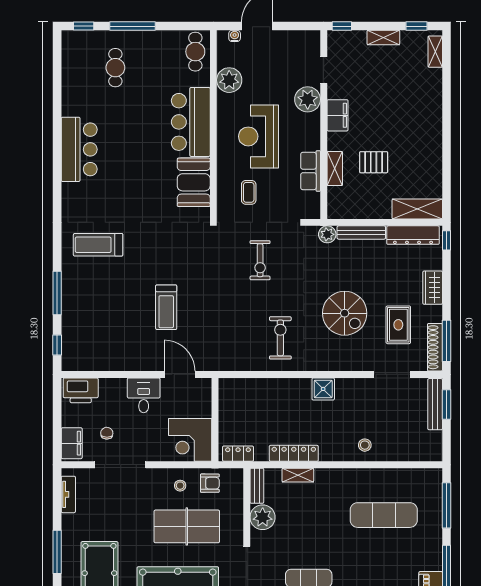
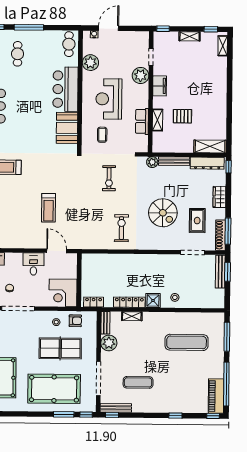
shower: (323, 389) -> (153, 301), moved

